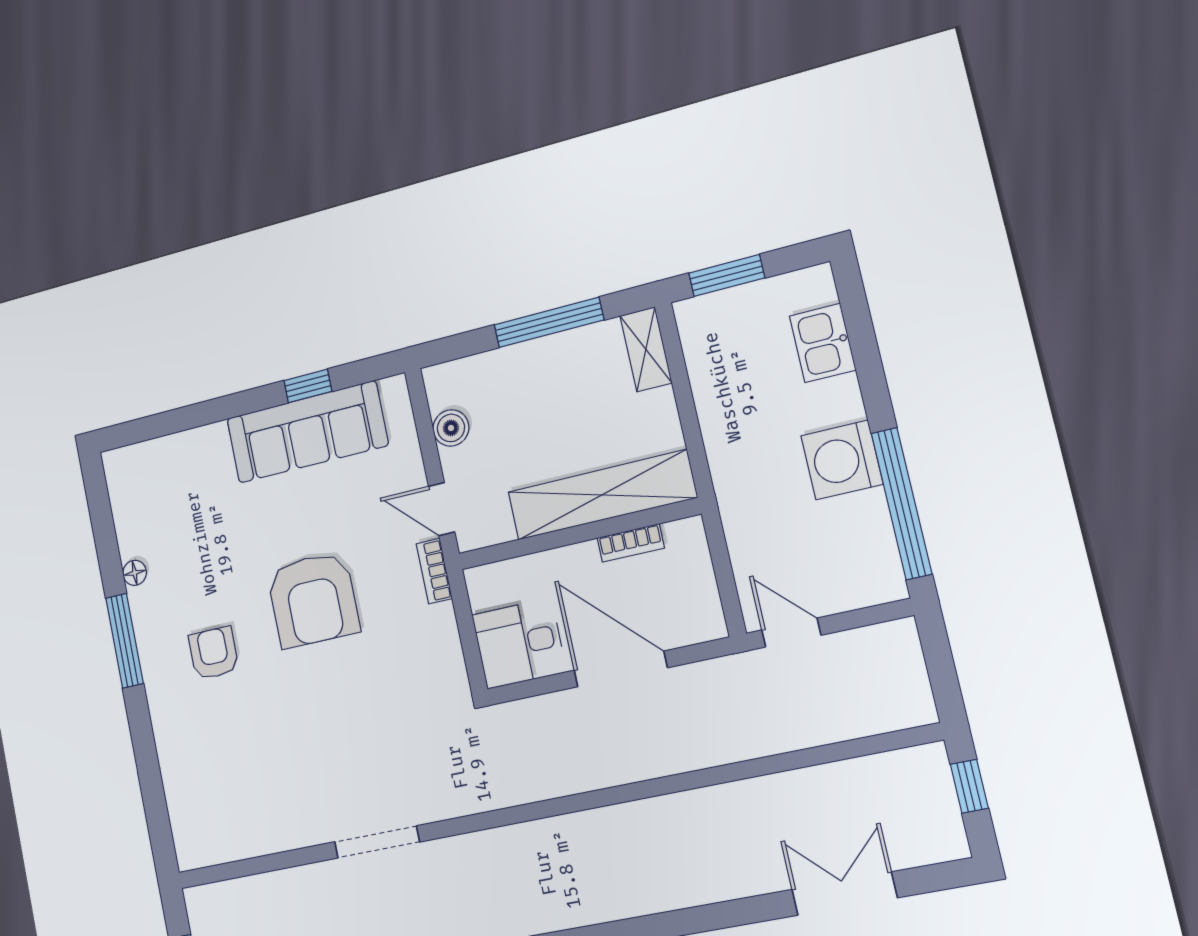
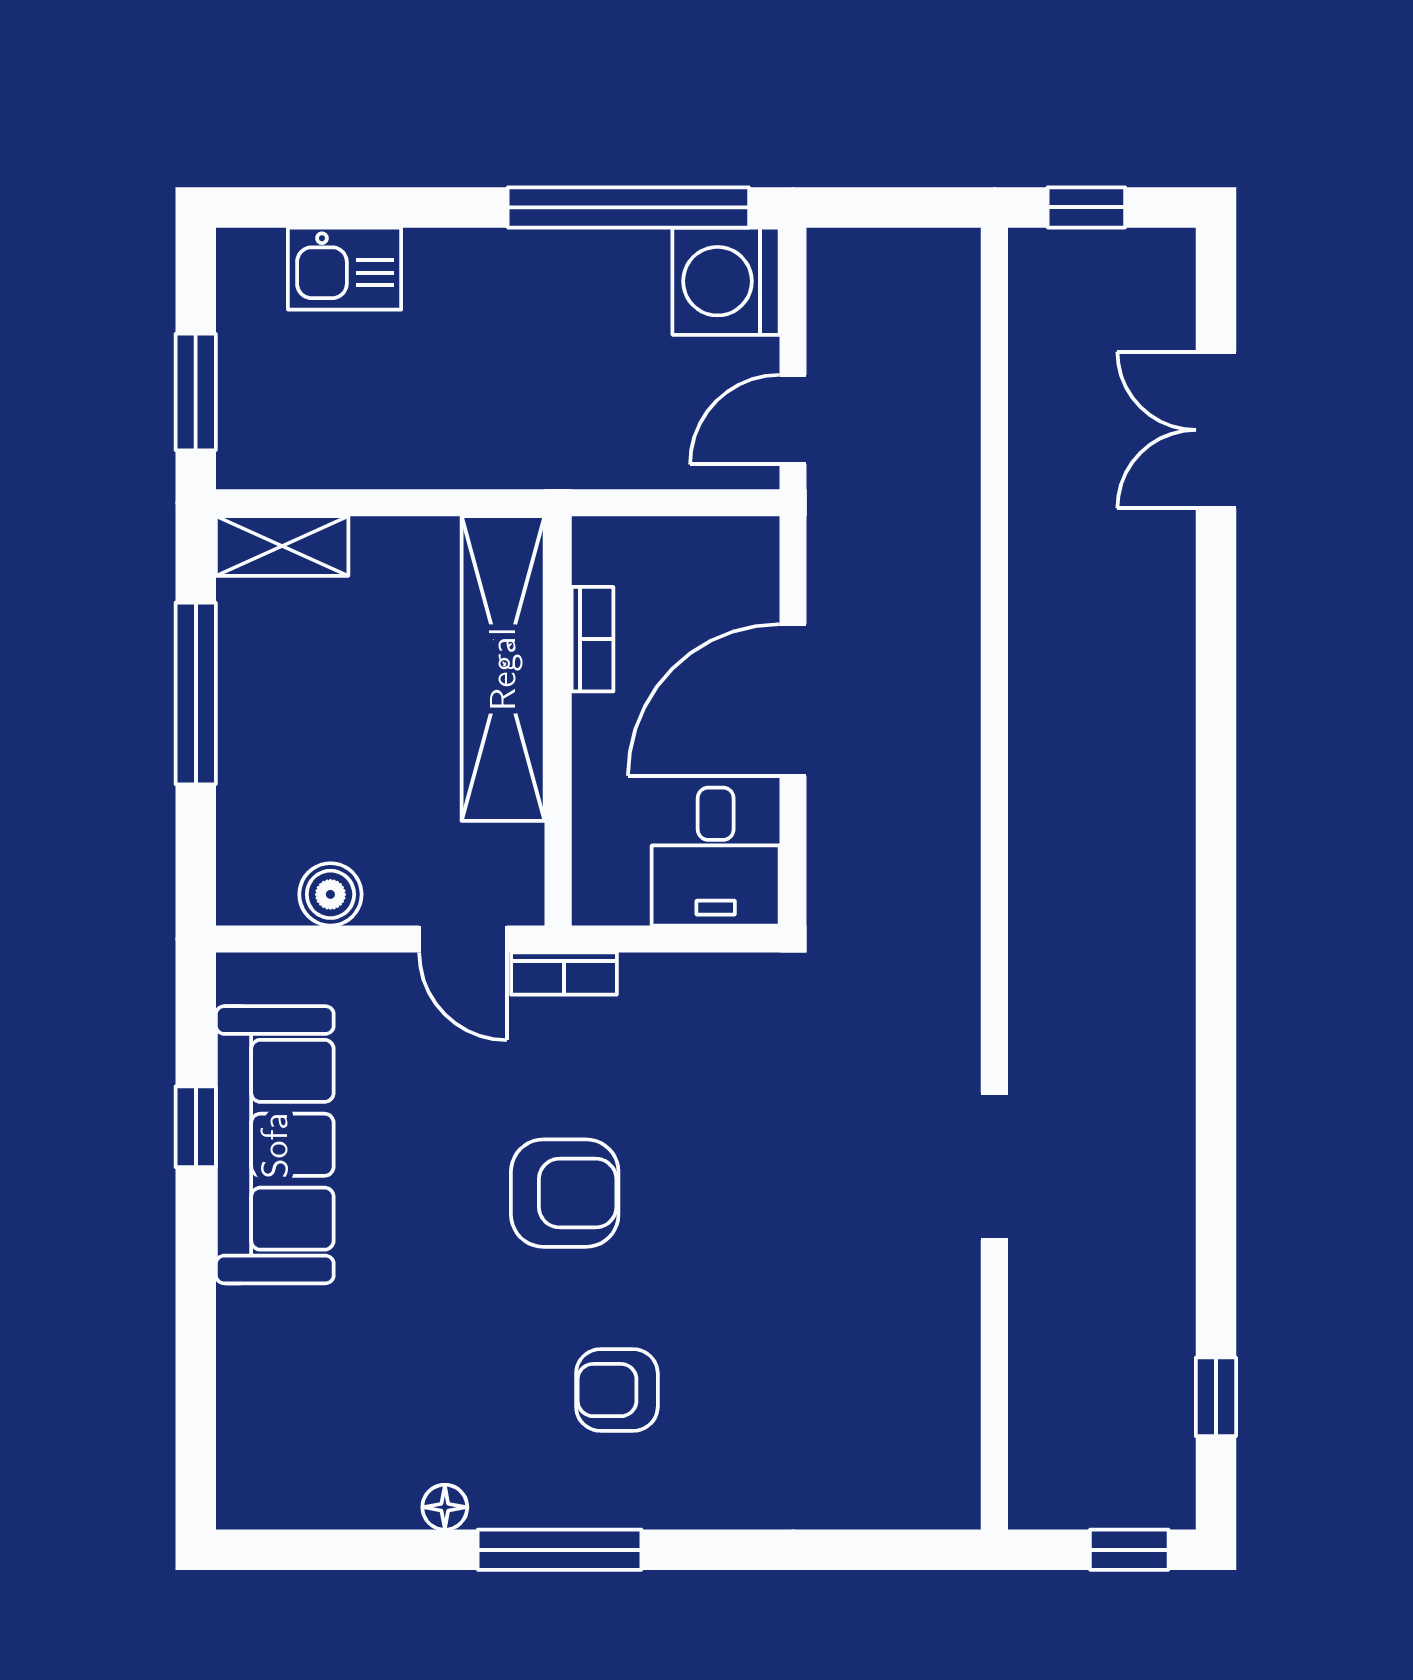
washing machine: (842, 460) -> (726, 281), moved, turned 90
door: (442, 509) -> (463, 939), hinge flipped
armchair: (313, 600) -> (565, 1193), width x0.73, depth x0.73

